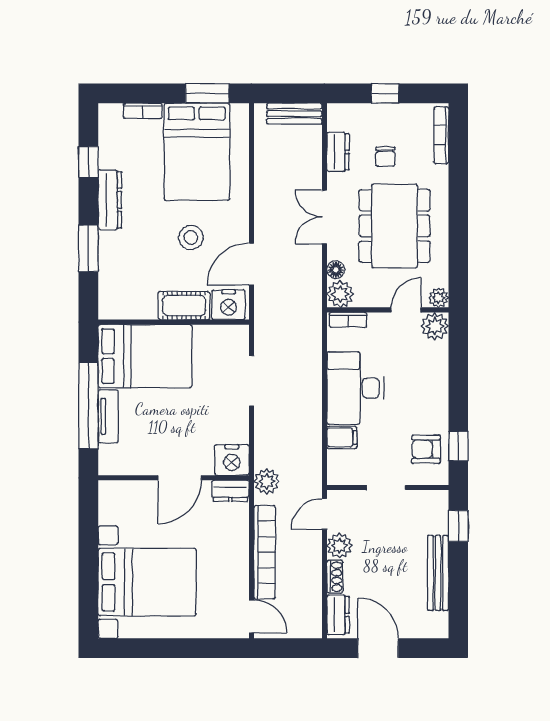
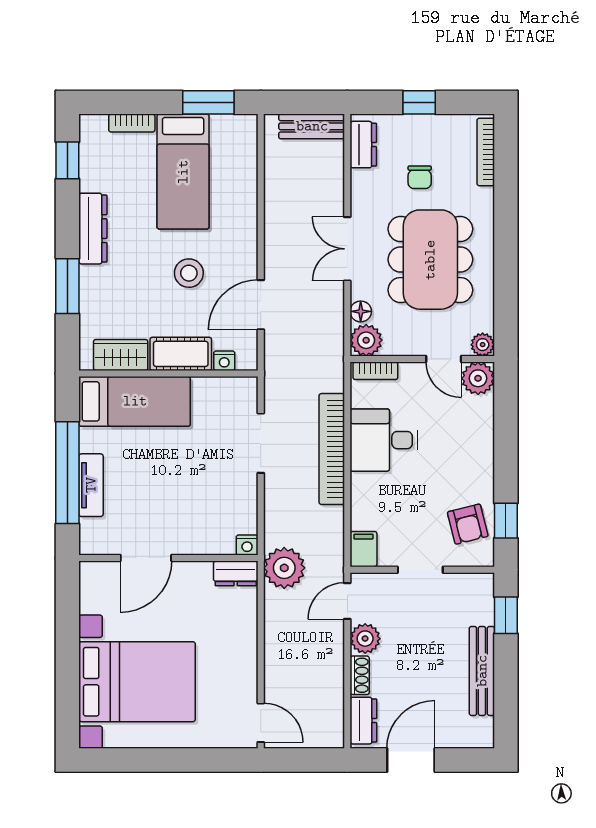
bed: (197, 152) -> (183, 172), width x0.67
dresser: (338, 152) -> (363, 145), moved
window: (88, 162) -> (67, 160), moved
nightstand: (229, 305) -> (224, 361), width x0.53, depth x0.56
wardrobe: (133, 306) -> (121, 355), added
door: (406, 310) -> (444, 359), swing flipped
bed: (145, 356) -> (135, 401), width x0.67
desk: (355, 388) -> (384, 440), width x0.73
filing cabinet: (342, 437) -> (363, 549), moved, turned -90
armchair: (426, 449) -> (468, 524), turned -104
nightstand: (232, 460) -> (247, 545), width x0.53, depth x0.56
door: (180, 478) -> (146, 558), moved
plant: (267, 481) -> (284, 568), width x1.36, depth x1.36
bookcase: (265, 552) -> (332, 449), moved, turned 180
door: (378, 648) -> (411, 760), hinge flipped

